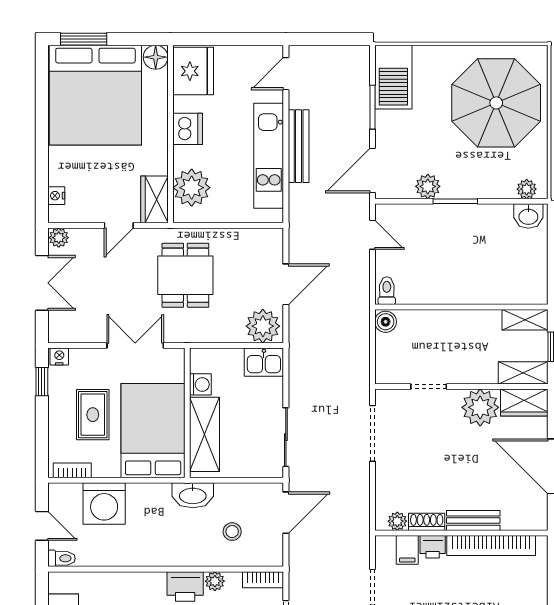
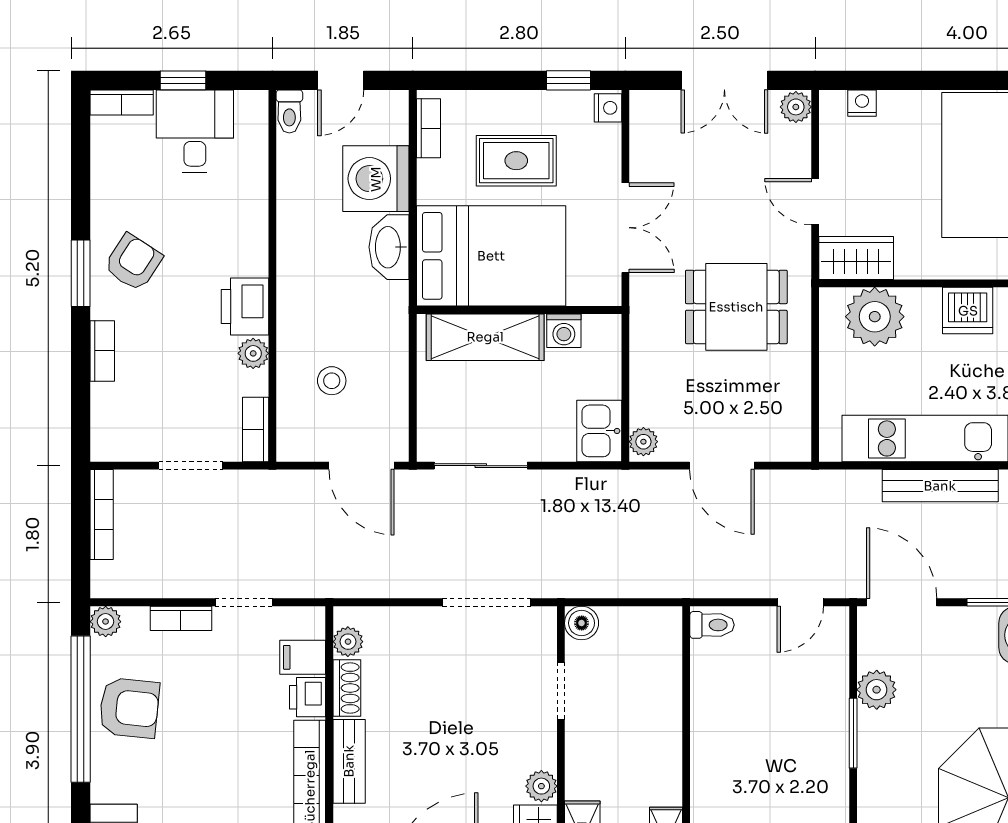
boiler: (386, 322) -> (582, 623), moved
plant: (263, 326) -> (643, 442), width x0.53, depth x0.53
plant: (480, 407) -> (541, 786), width x0.53, depth x0.53
washbasin: (193, 495) -> (389, 247), moved

